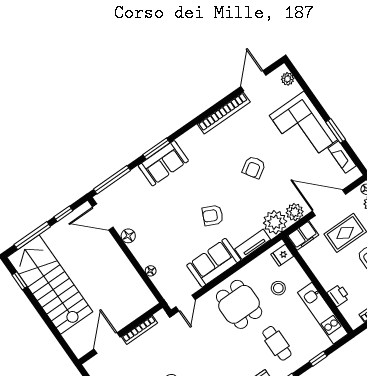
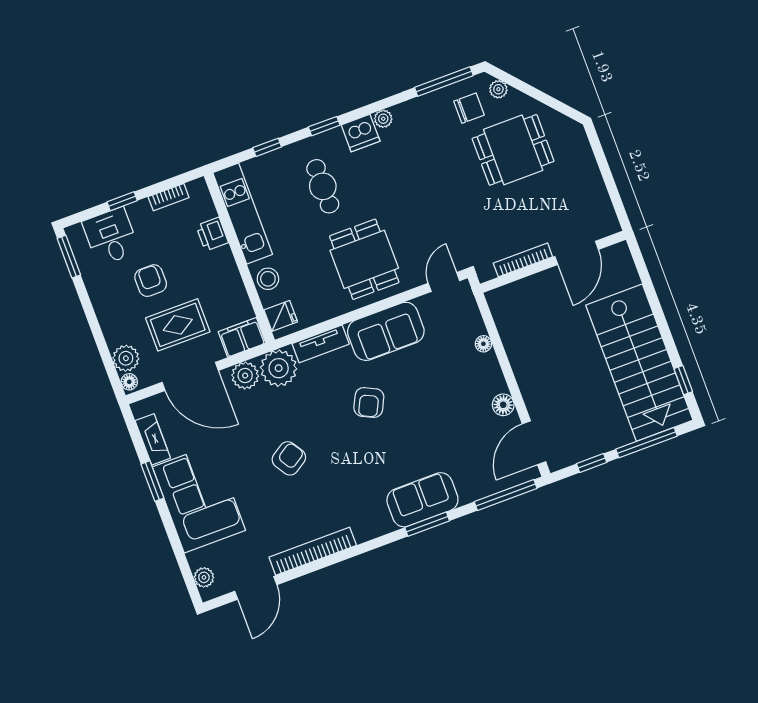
armchair: (213, 215) -> (369, 403), turned 91
door: (103, 217) -> (534, 443), swing flipped
stool: (278, 288) -> (268, 279), moved

